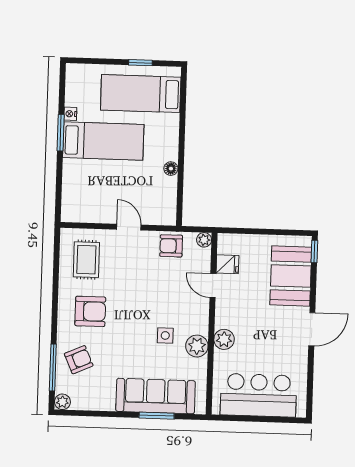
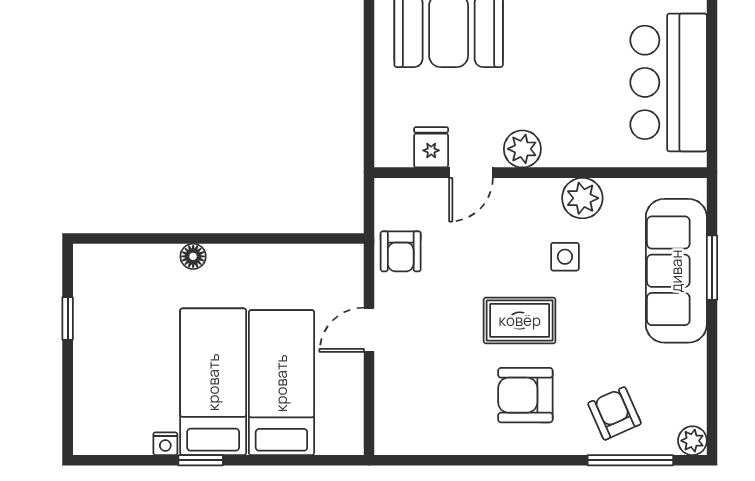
bed: (141, 94) -> (281, 383), moved, turned 180
window: (61, 133) -> (201, 460), width x0.67
floor lamp: (171, 169) -> (193, 256), moved
plant: (204, 240) -> (388, 191), removed
rug: (86, 260) -> (520, 320), moved
armchair: (90, 311) -> (525, 395), turned -90
plant: (224, 339) -> (522, 149), moved

